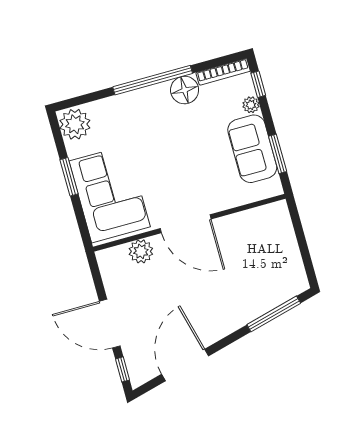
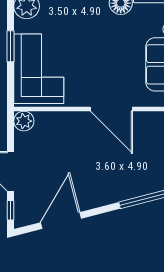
door: (186, 224) -> (112, 109), moved
plant: (141, 251) -> (24, 121), moved

